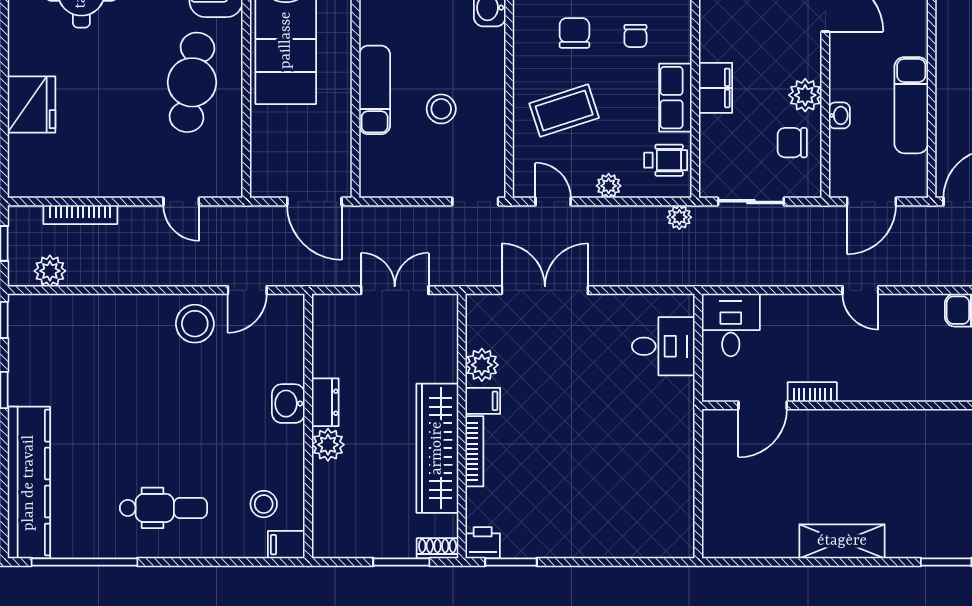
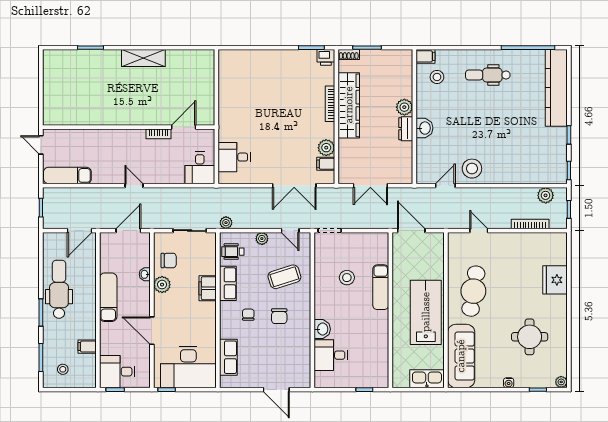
exam couch: (911, 105) -> (108, 297), moved
filing cabinet: (483, 401) -> (326, 164), moved

